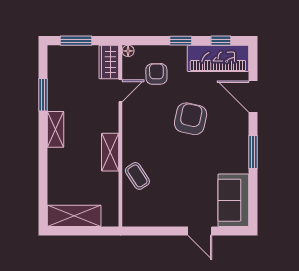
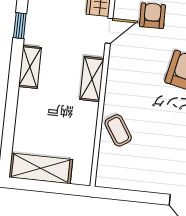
window: (43, 95) -> (20, 26), width x0.67
shelving: (110, 152) -> (92, 79), moved

